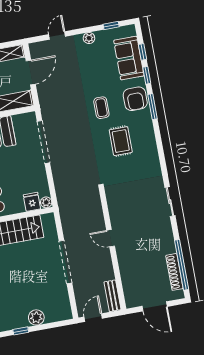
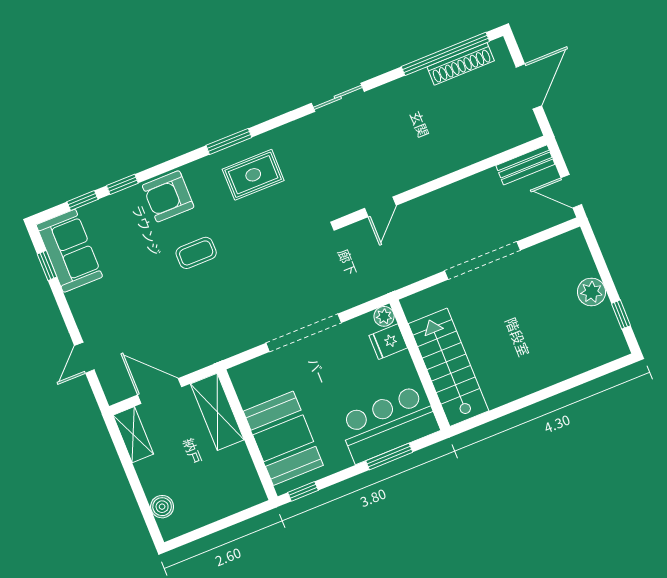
door: (57, 35) -> (84, 358), hinge flipped
plant: (89, 38) -> (77, 300), removed
sofa: (129, 58) -> (69, 251), moved, turned -90
armchair: (135, 99) -> (168, 196), turned 180
window: (152, 107) -> (229, 141), moved
rug: (121, 141) -> (253, 175), moved
doorway: (43, 142) -> (304, 333), moved
door: (111, 238) -> (380, 207), moved

